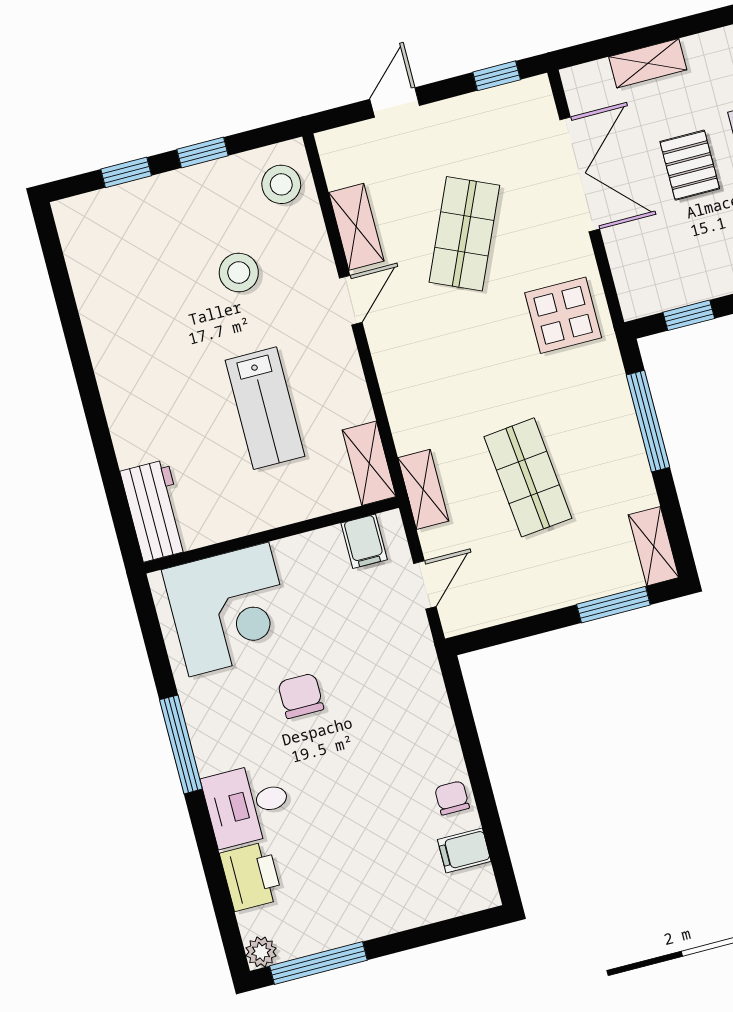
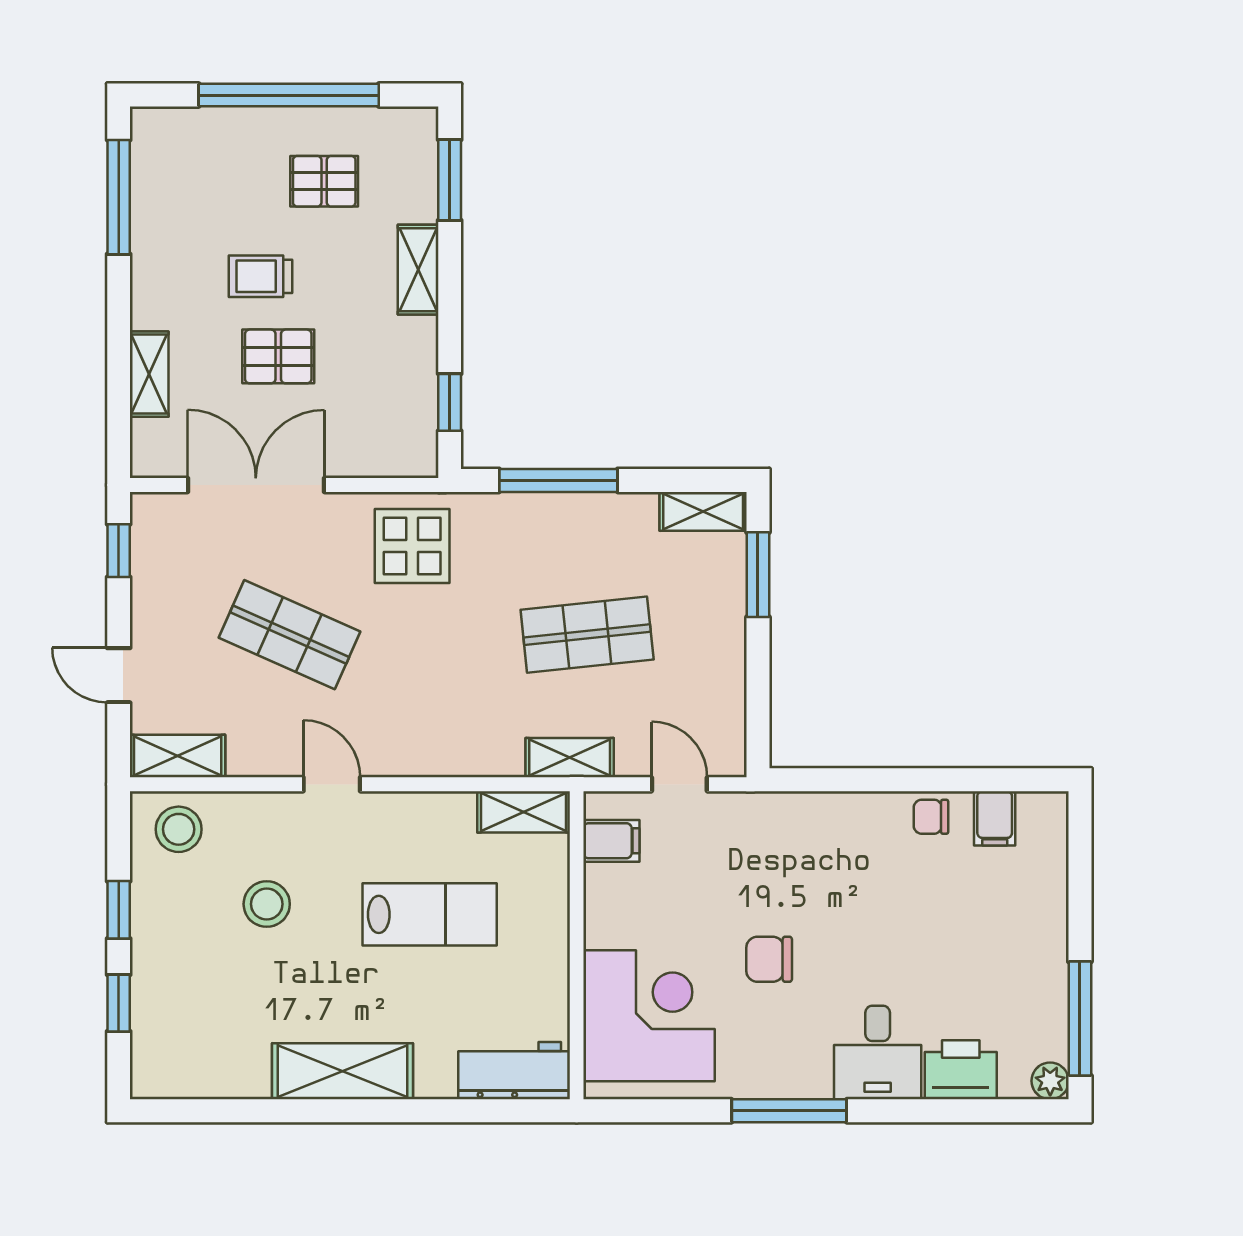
shelving: (356, 227) -> (178, 756), moved
shelving: (118, 370) -> (342, 1071), added

